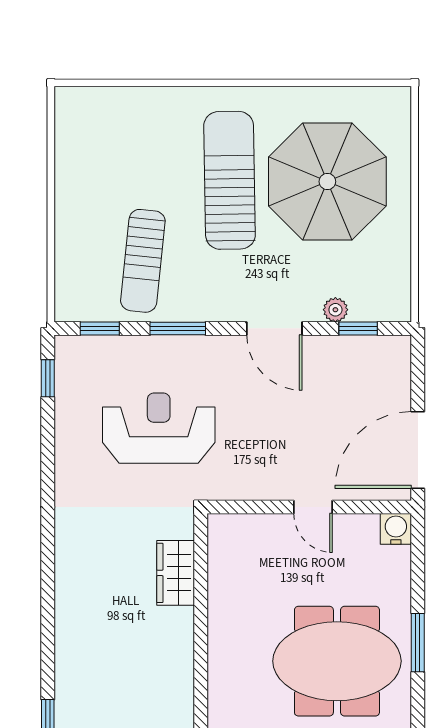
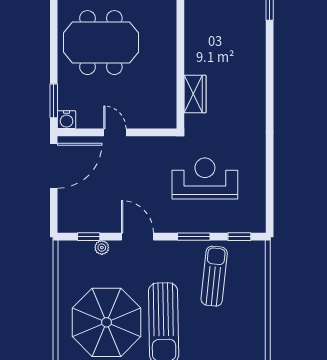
window: (48, 378) -> (270, 208), removed
reception desk: (159, 428) -> (205, 178), turned 180
window: (418, 643) -> (54, 101), moved

